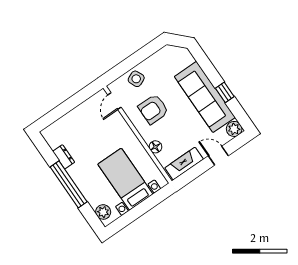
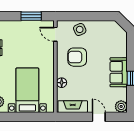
sofa: (205, 97) -> (119, 72), width x0.54, depth x0.79
window: (76, 100) -> (31, 16), added
door: (114, 101) -> (55, 34), hinge flipped

